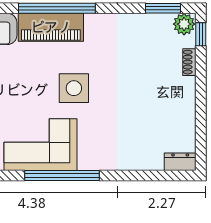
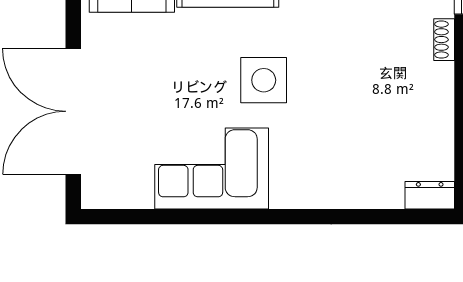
window: (62, 176) -> (245, 217), removed

